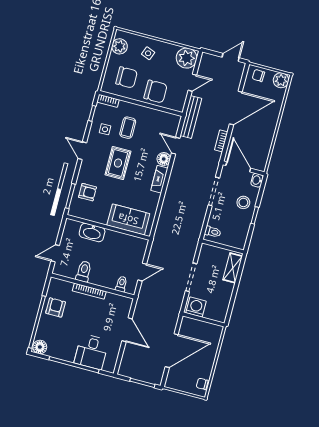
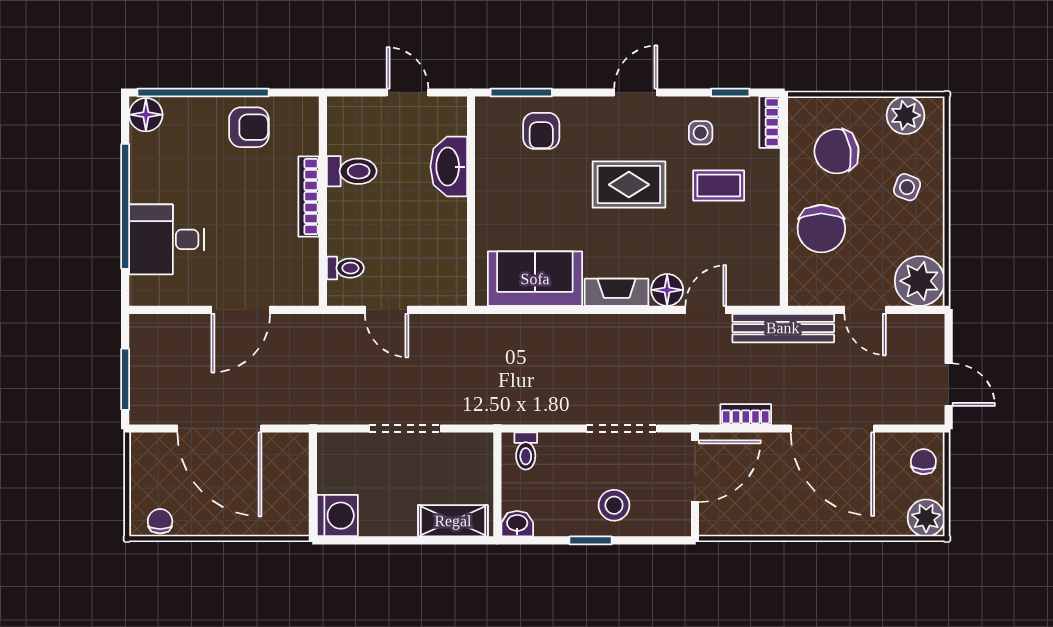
chair: (127, 77) -> (837, 151), turned 81
washbasin: (257, 180) -> (517, 524), moved
sofa: (128, 219) -> (535, 279), moved, turned -90
door: (55, 253) -> (408, 92), moved
washing machine: (196, 307) -> (337, 516), moved

